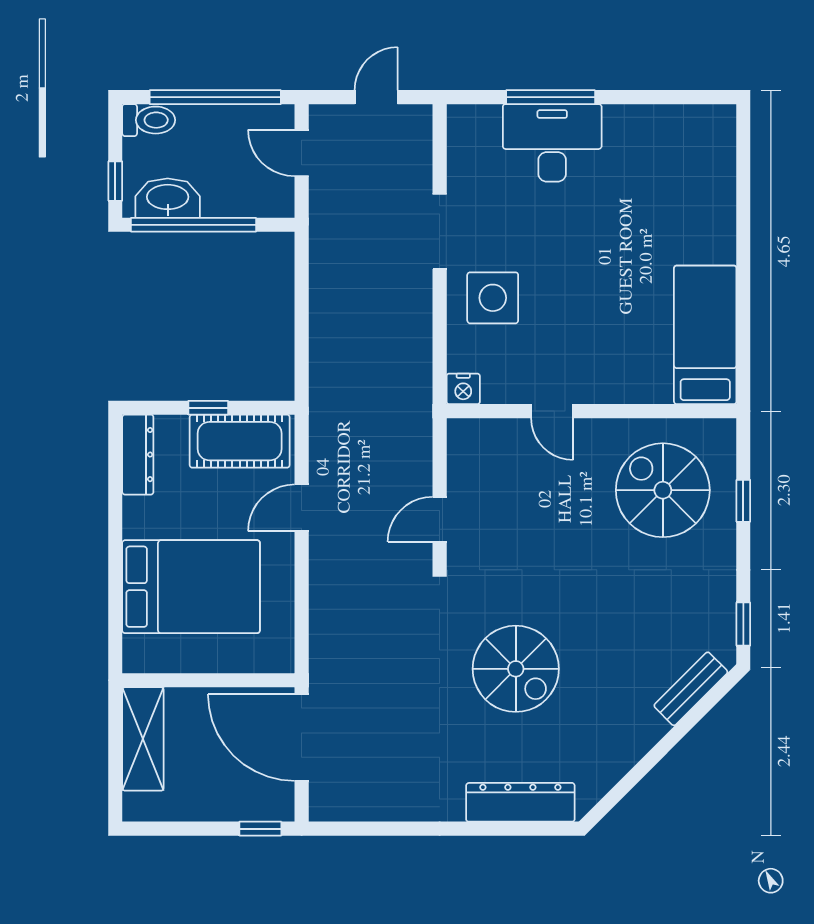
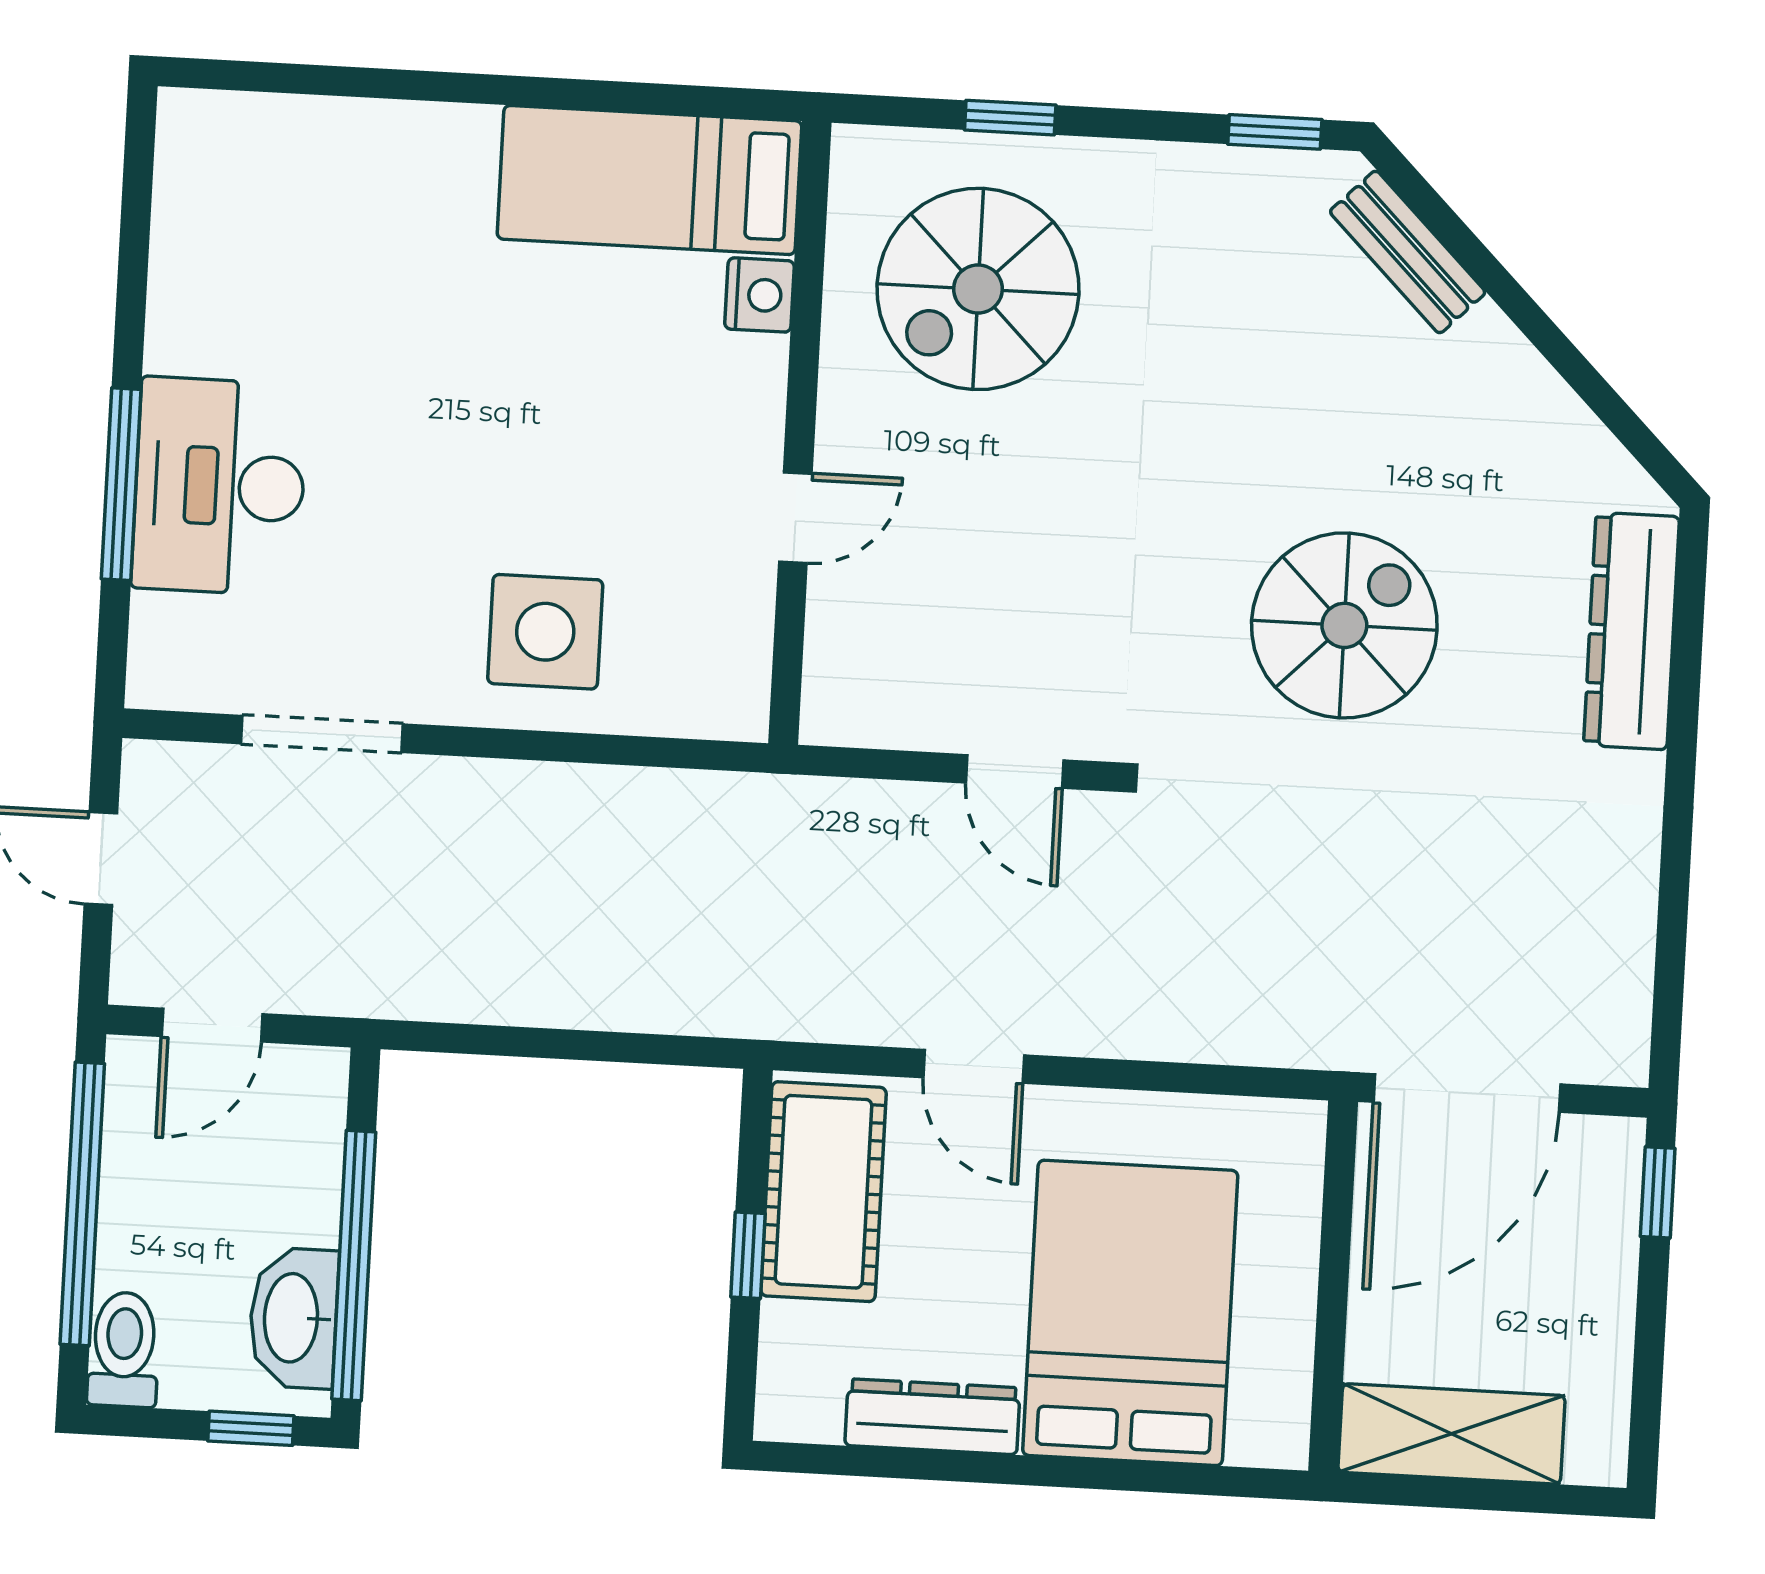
doorway: (440, 232) -> (322, 734), moved
nightstand: (463, 389) -> (760, 295), moved
dresser: (138, 455) -> (933, 1417), moved

